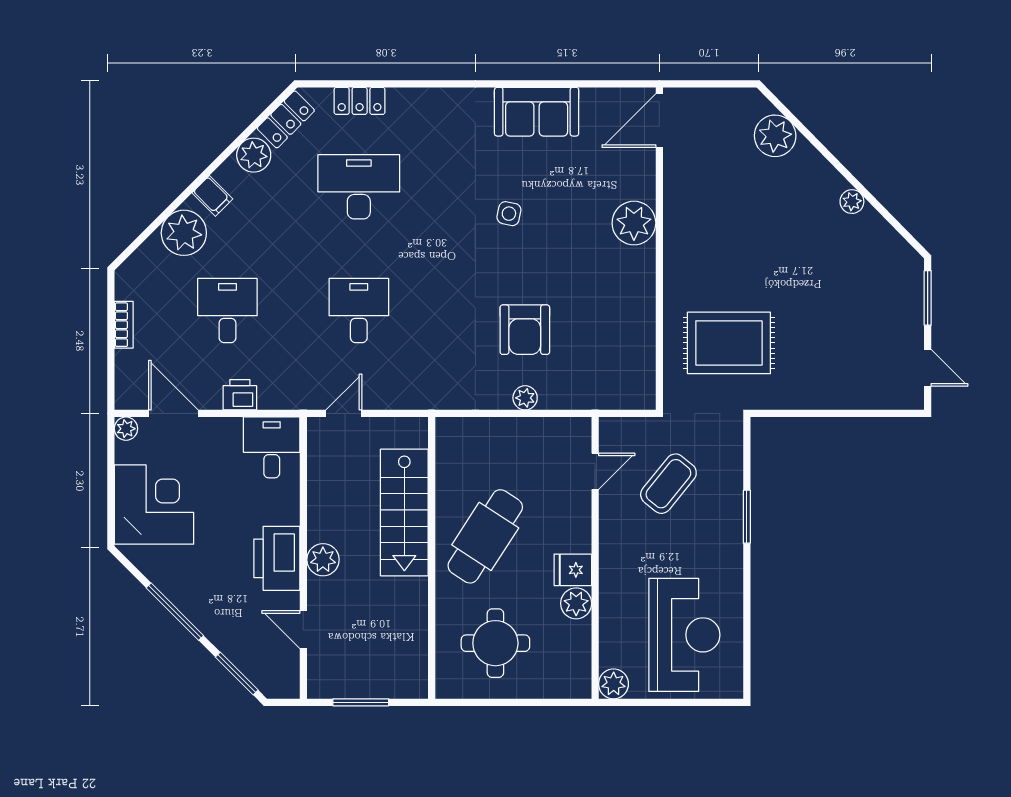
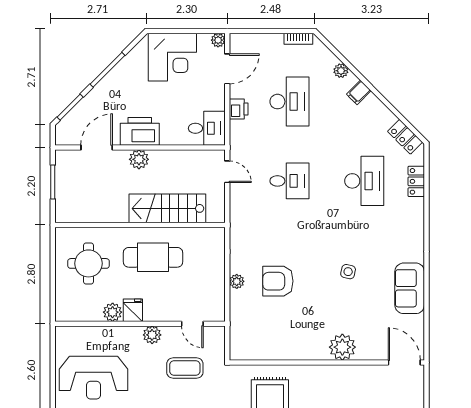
plant: (254, 155) -> (383, 117), removed
plant: (184, 233) -> (341, 71), width x0.53, depth x0.53
desk: (227, 311) -> (289, 102), width x1.37
bookcase: (124, 325) -> (298, 39), moved
coffee table: (668, 484) -> (185, 368), turned -39
cafe table: (485, 536) -> (153, 257), turned -33
door: (303, 630) -> (97, 147), width x1.38
plant: (614, 684) -> (152, 335), moved

